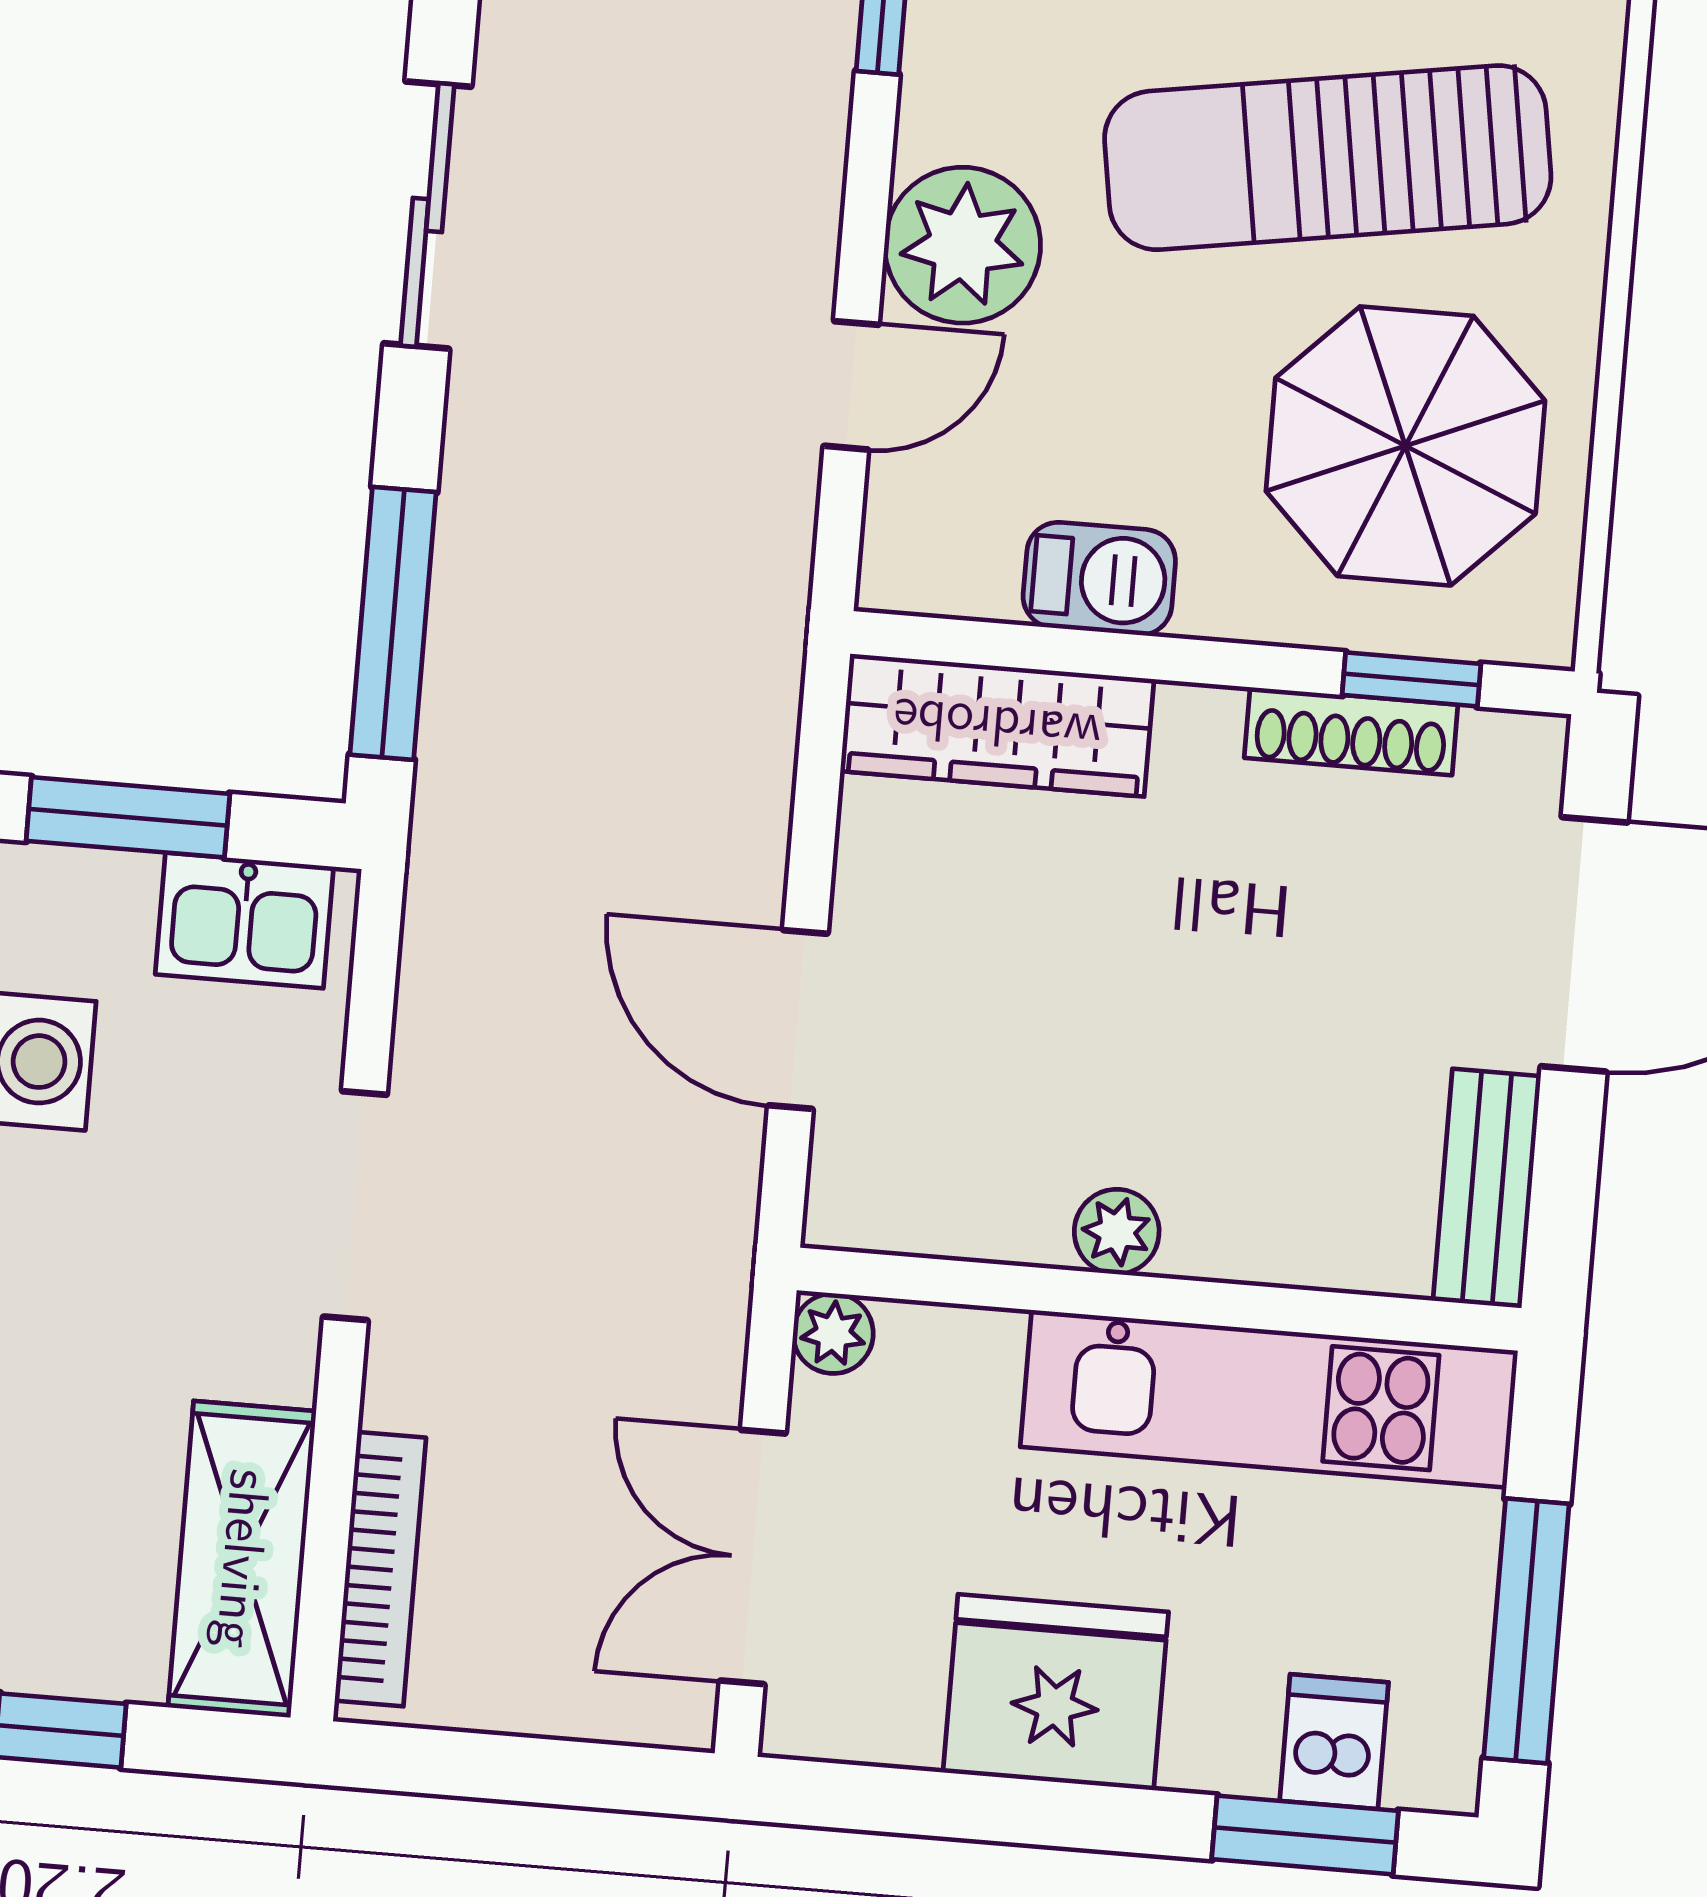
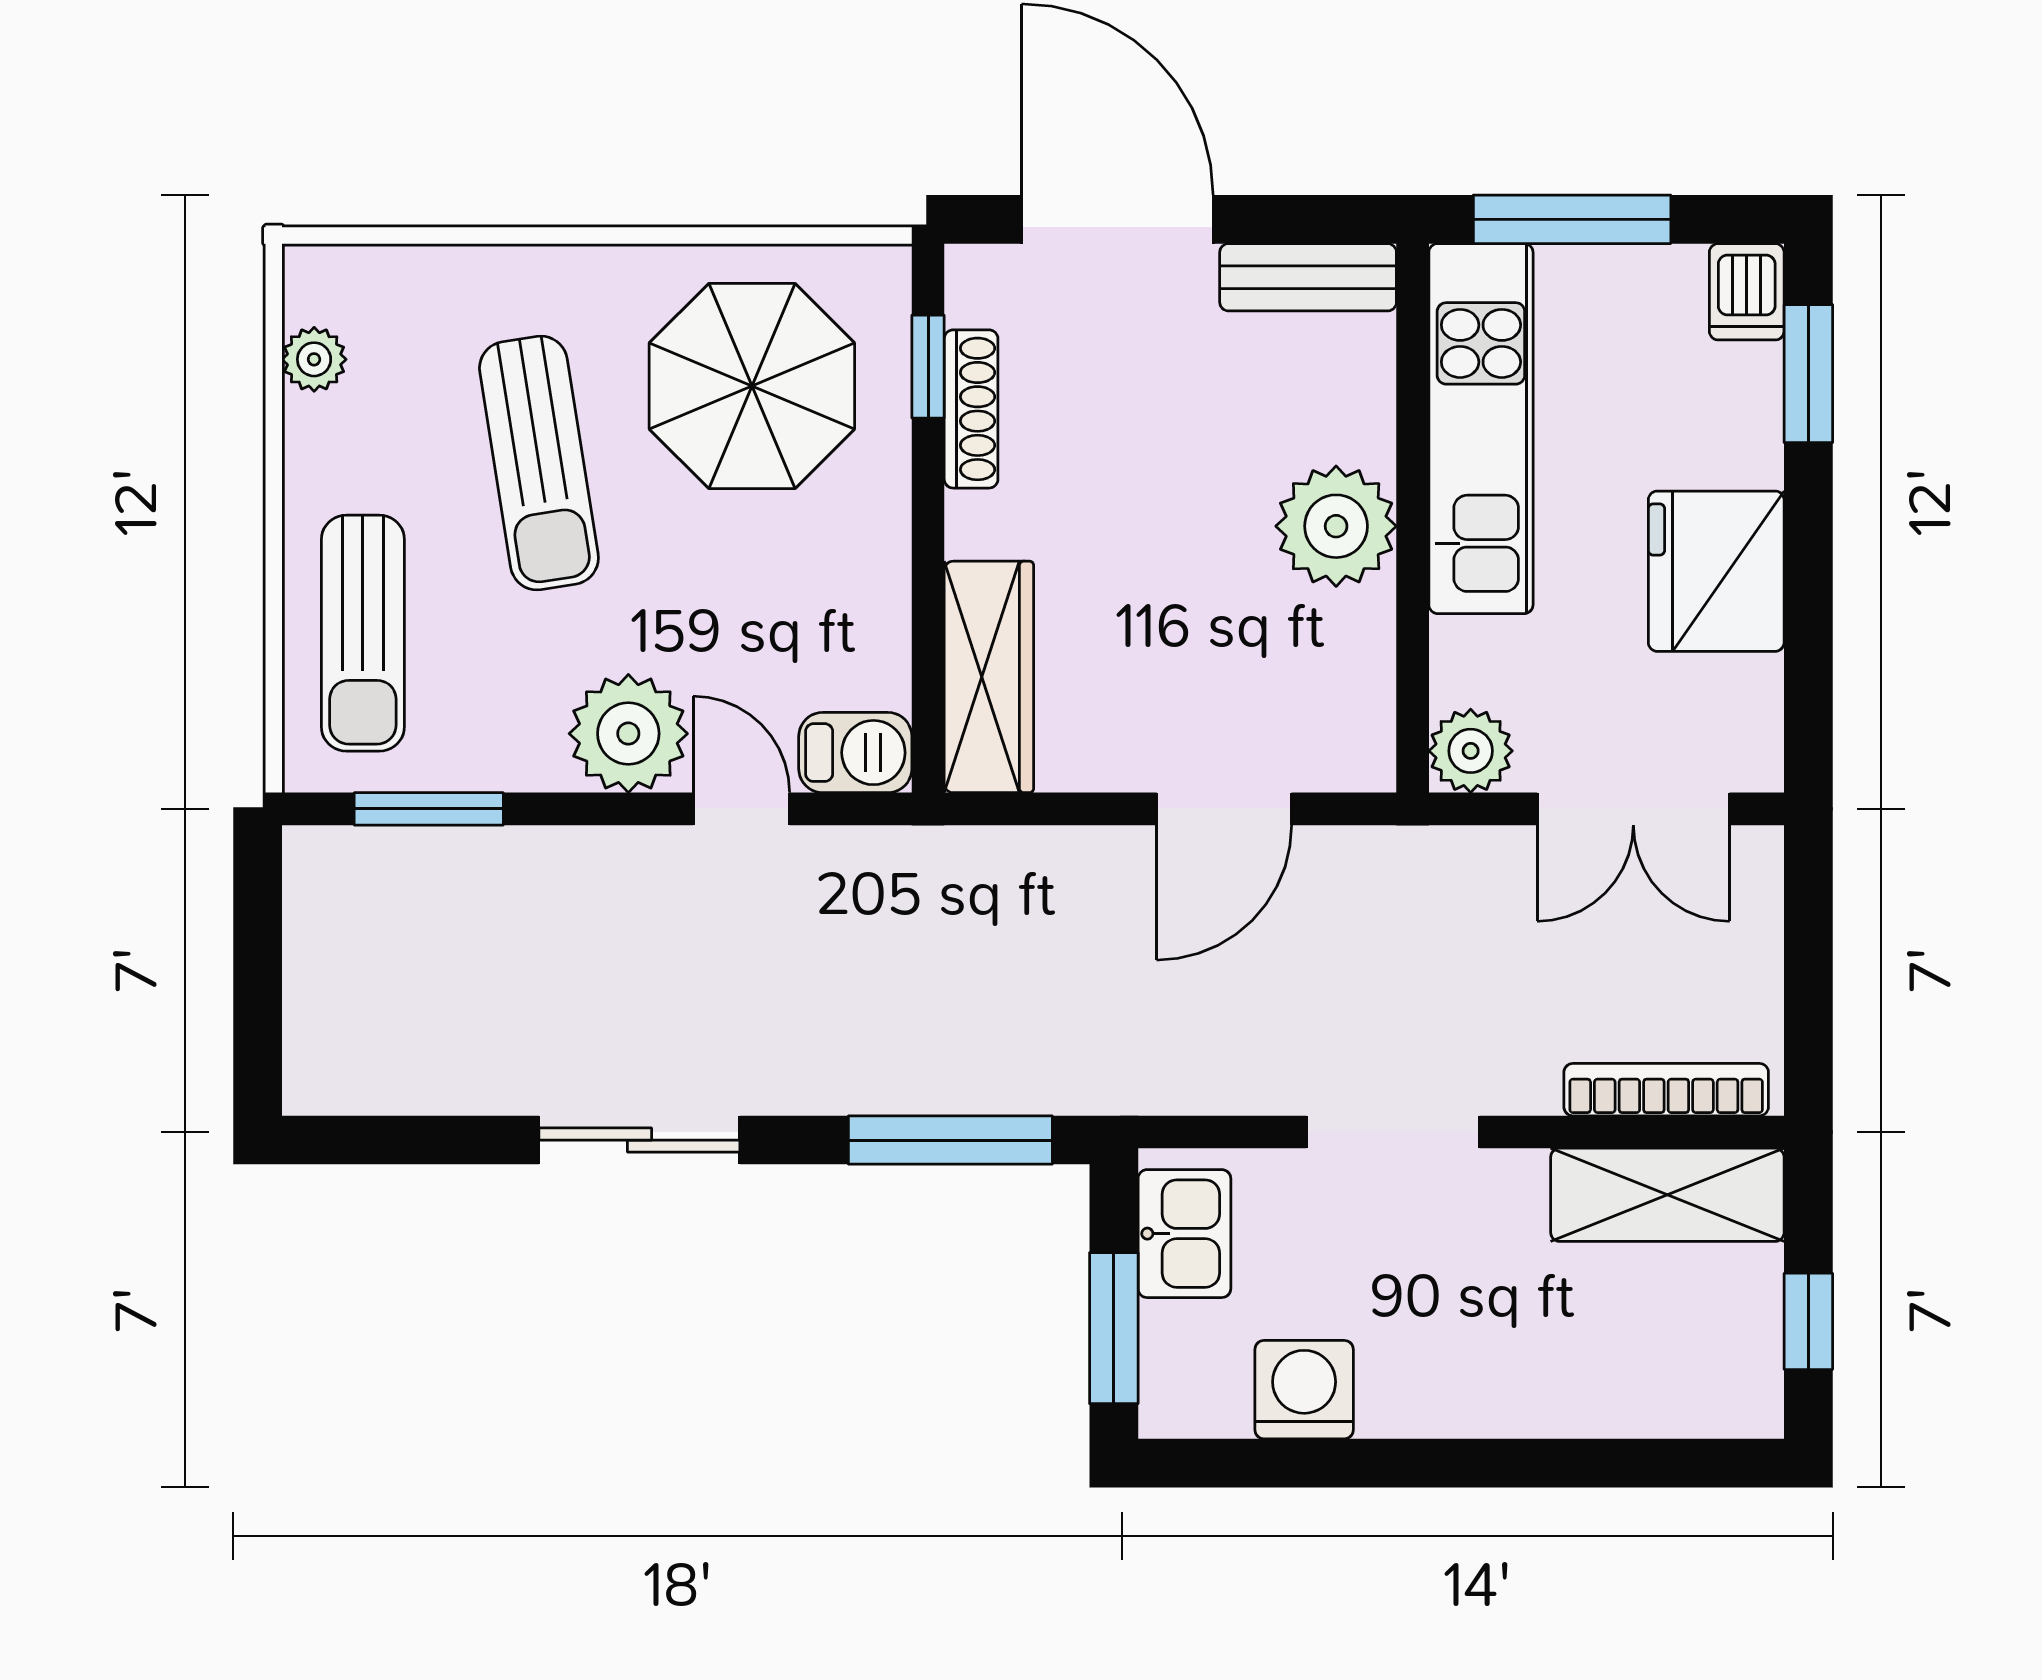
sun lounger: (1328, 158) -> (539, 463), width x0.73, depth x0.75
barbecue: (1099, 579) -> (855, 753), moved, turned 90
plant: (1117, 1232) -> (1336, 526), width x1.88, depth x1.88
plant: (833, 1333) -> (1471, 751), width x1.38, depth x1.38
window: (1526, 1631) -> (1572, 219), moved
dishwasher: (1334, 1742) -> (1747, 292), moved, turned -90

